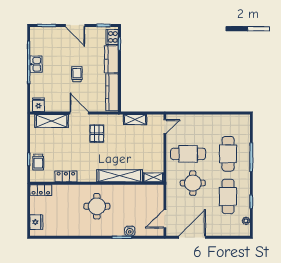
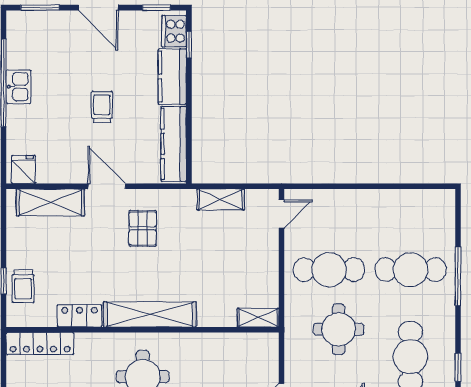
cafe table: (228, 154) -> (410, 270), turned 90
shelving: (120, 176) -> (150, 314), moved
locker: (41, 190) -> (40, 343), width x1.53

